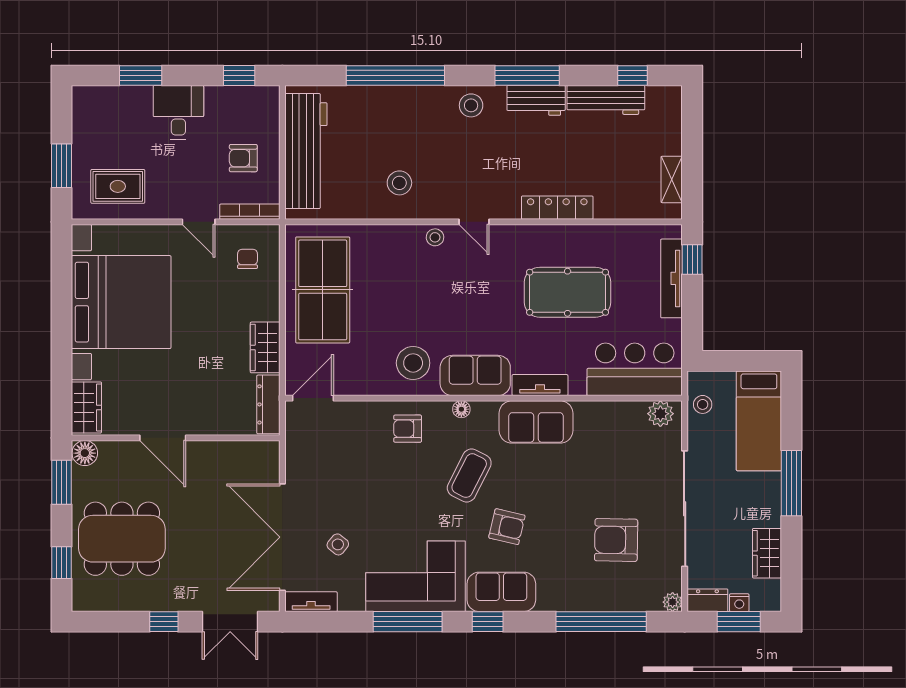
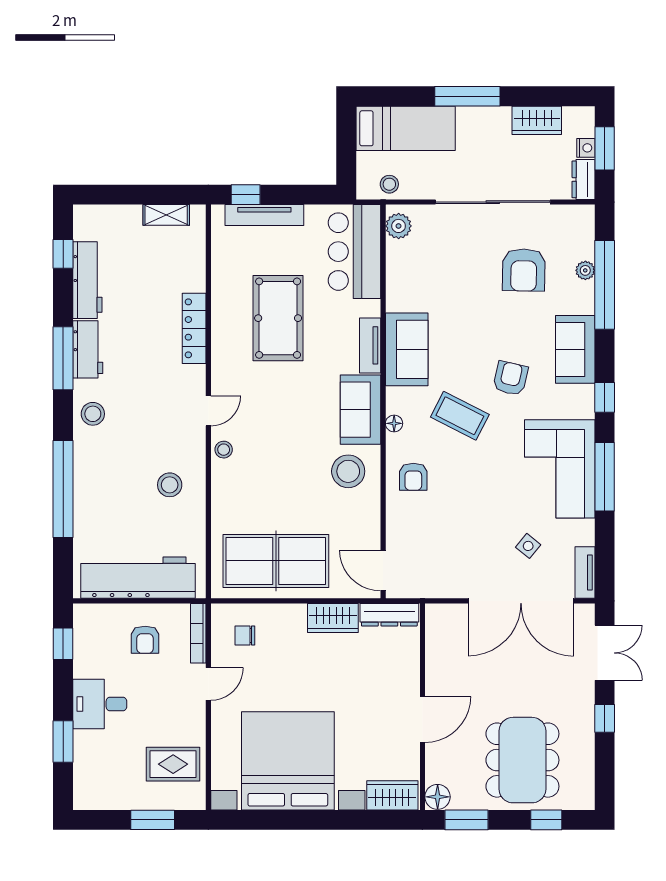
rug: (118, 186) -> (173, 764), turned 90
sofa: (501, 592) -> (575, 349), moved
plant: (673, 602) -> (585, 270), moved

